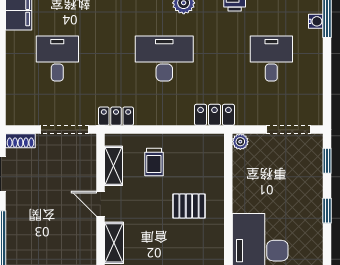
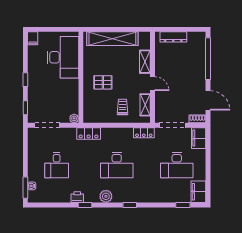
desk: (57, 58) -> (177, 165), width x1.37
filing cabinet: (18, 107) -> (199, 138), added

